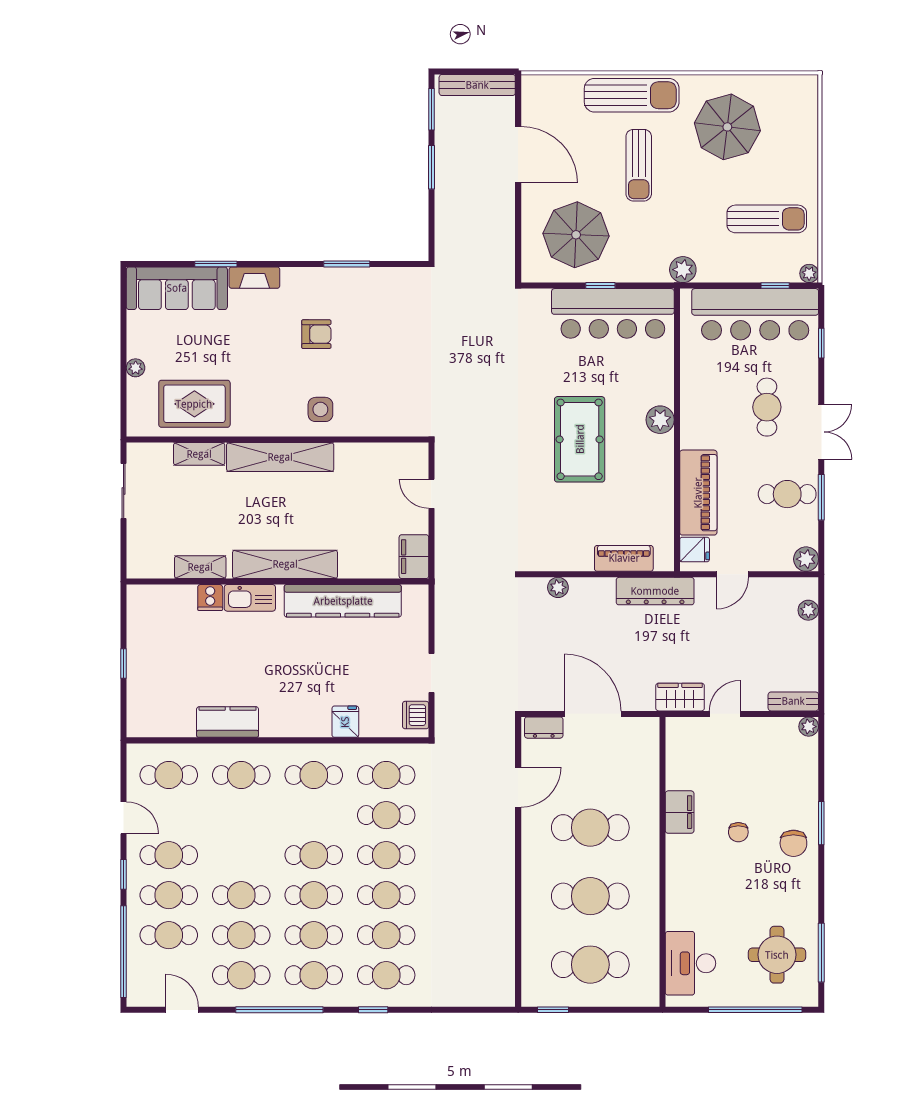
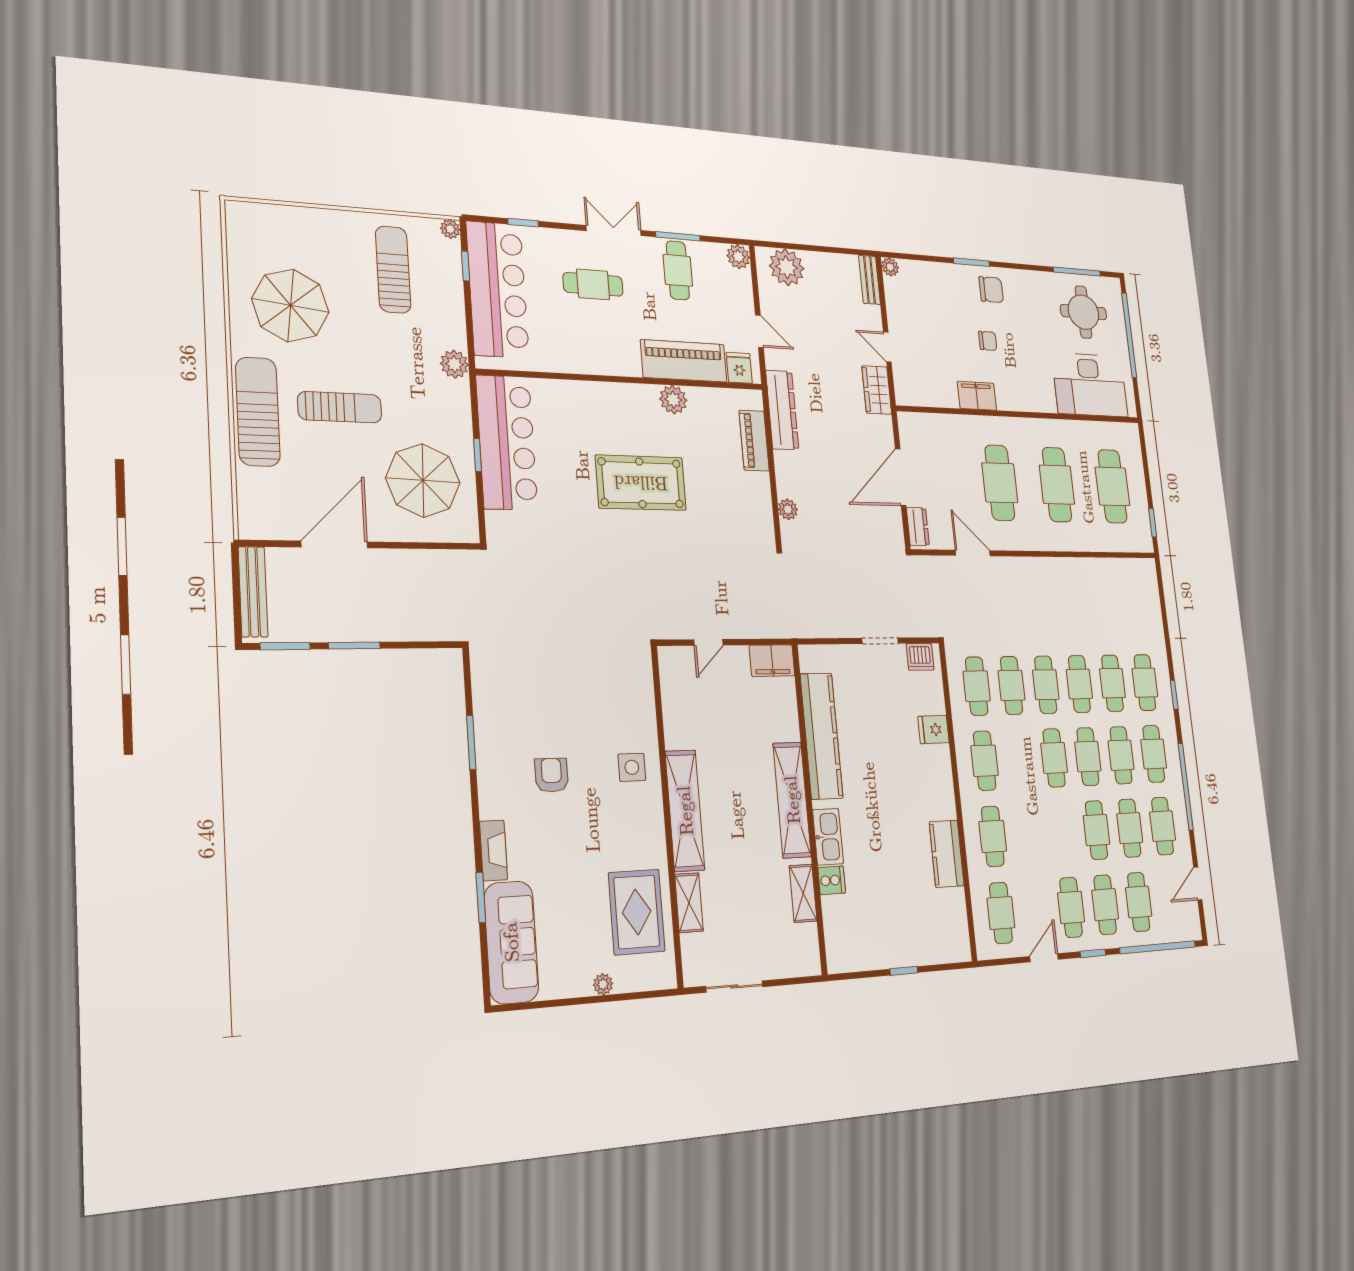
plant: (660, 420) -> (673, 400), moved
plant: (808, 610) -> (787, 267), width x1.87, depth x1.87
desk: (690, 963) -> (1090, 385), width x1.36, depth x1.30

